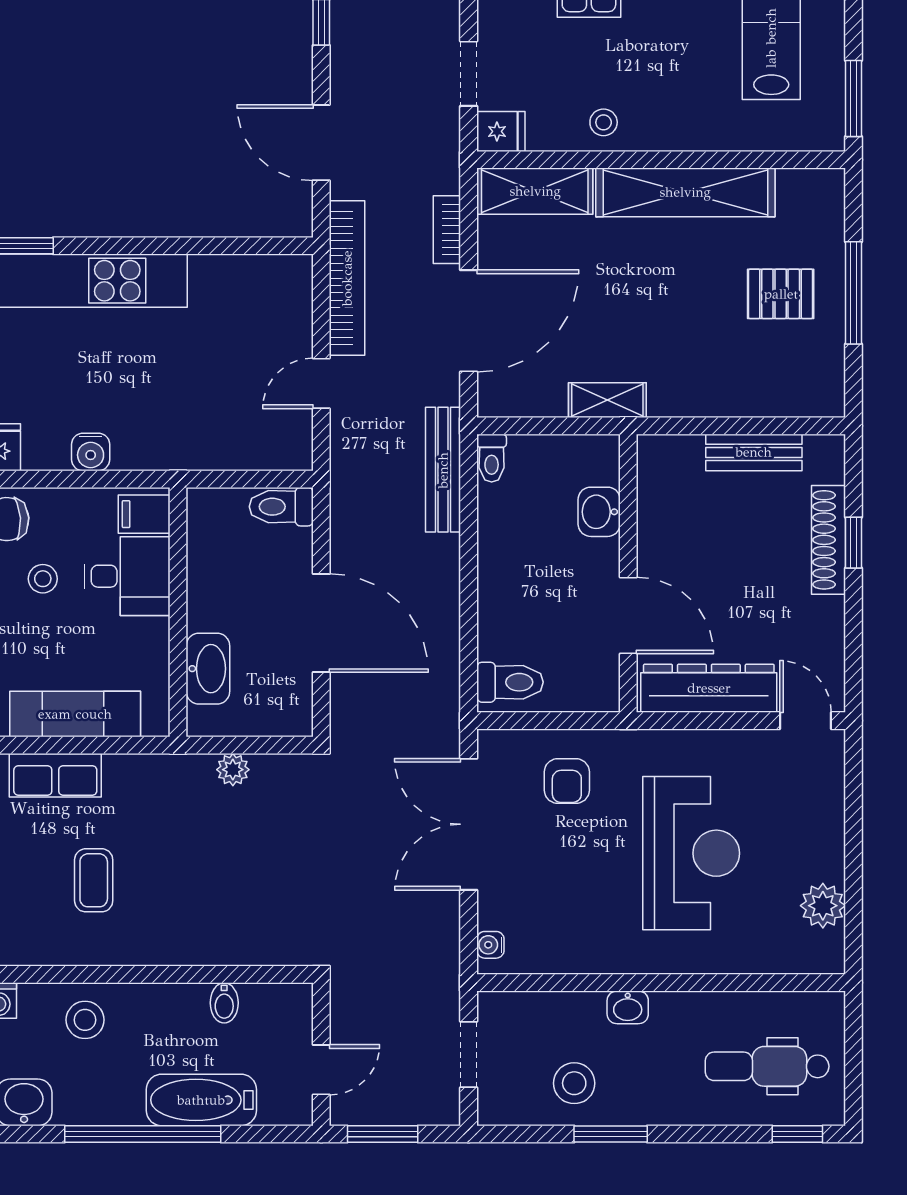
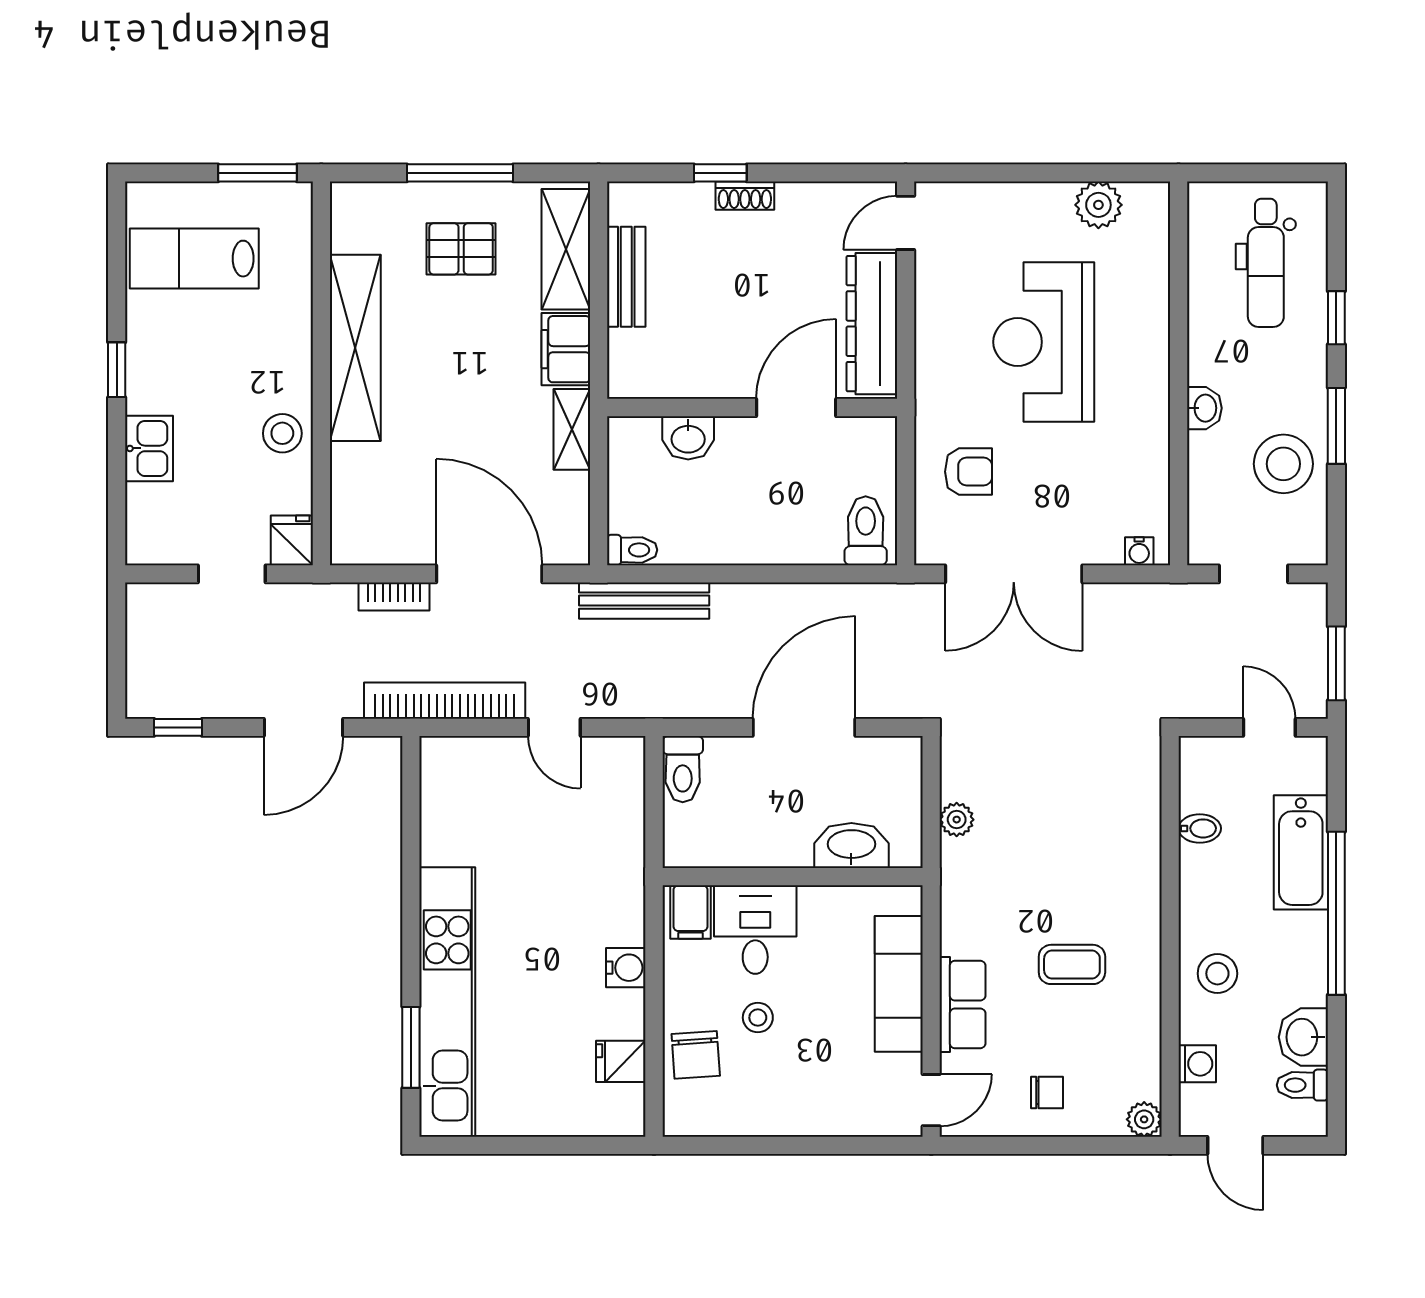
stool: (604, 122) -> (282, 433), width x1.37, depth x1.37
shelving: (535, 191) -> (566, 249), moved
pallet: (781, 294) -> (461, 249), turned 90
filing cabinet: (684, 394) -> (566, 349), added
shoe rack: (828, 540) -> (745, 196), width x0.51, depth x0.81
reception desk: (691, 853) -> (1044, 342), turned -90
stool: (574, 1083) -> (1283, 464), width x1.38, depth x1.38
window: (797, 1134) -> (1336, 318), moved

